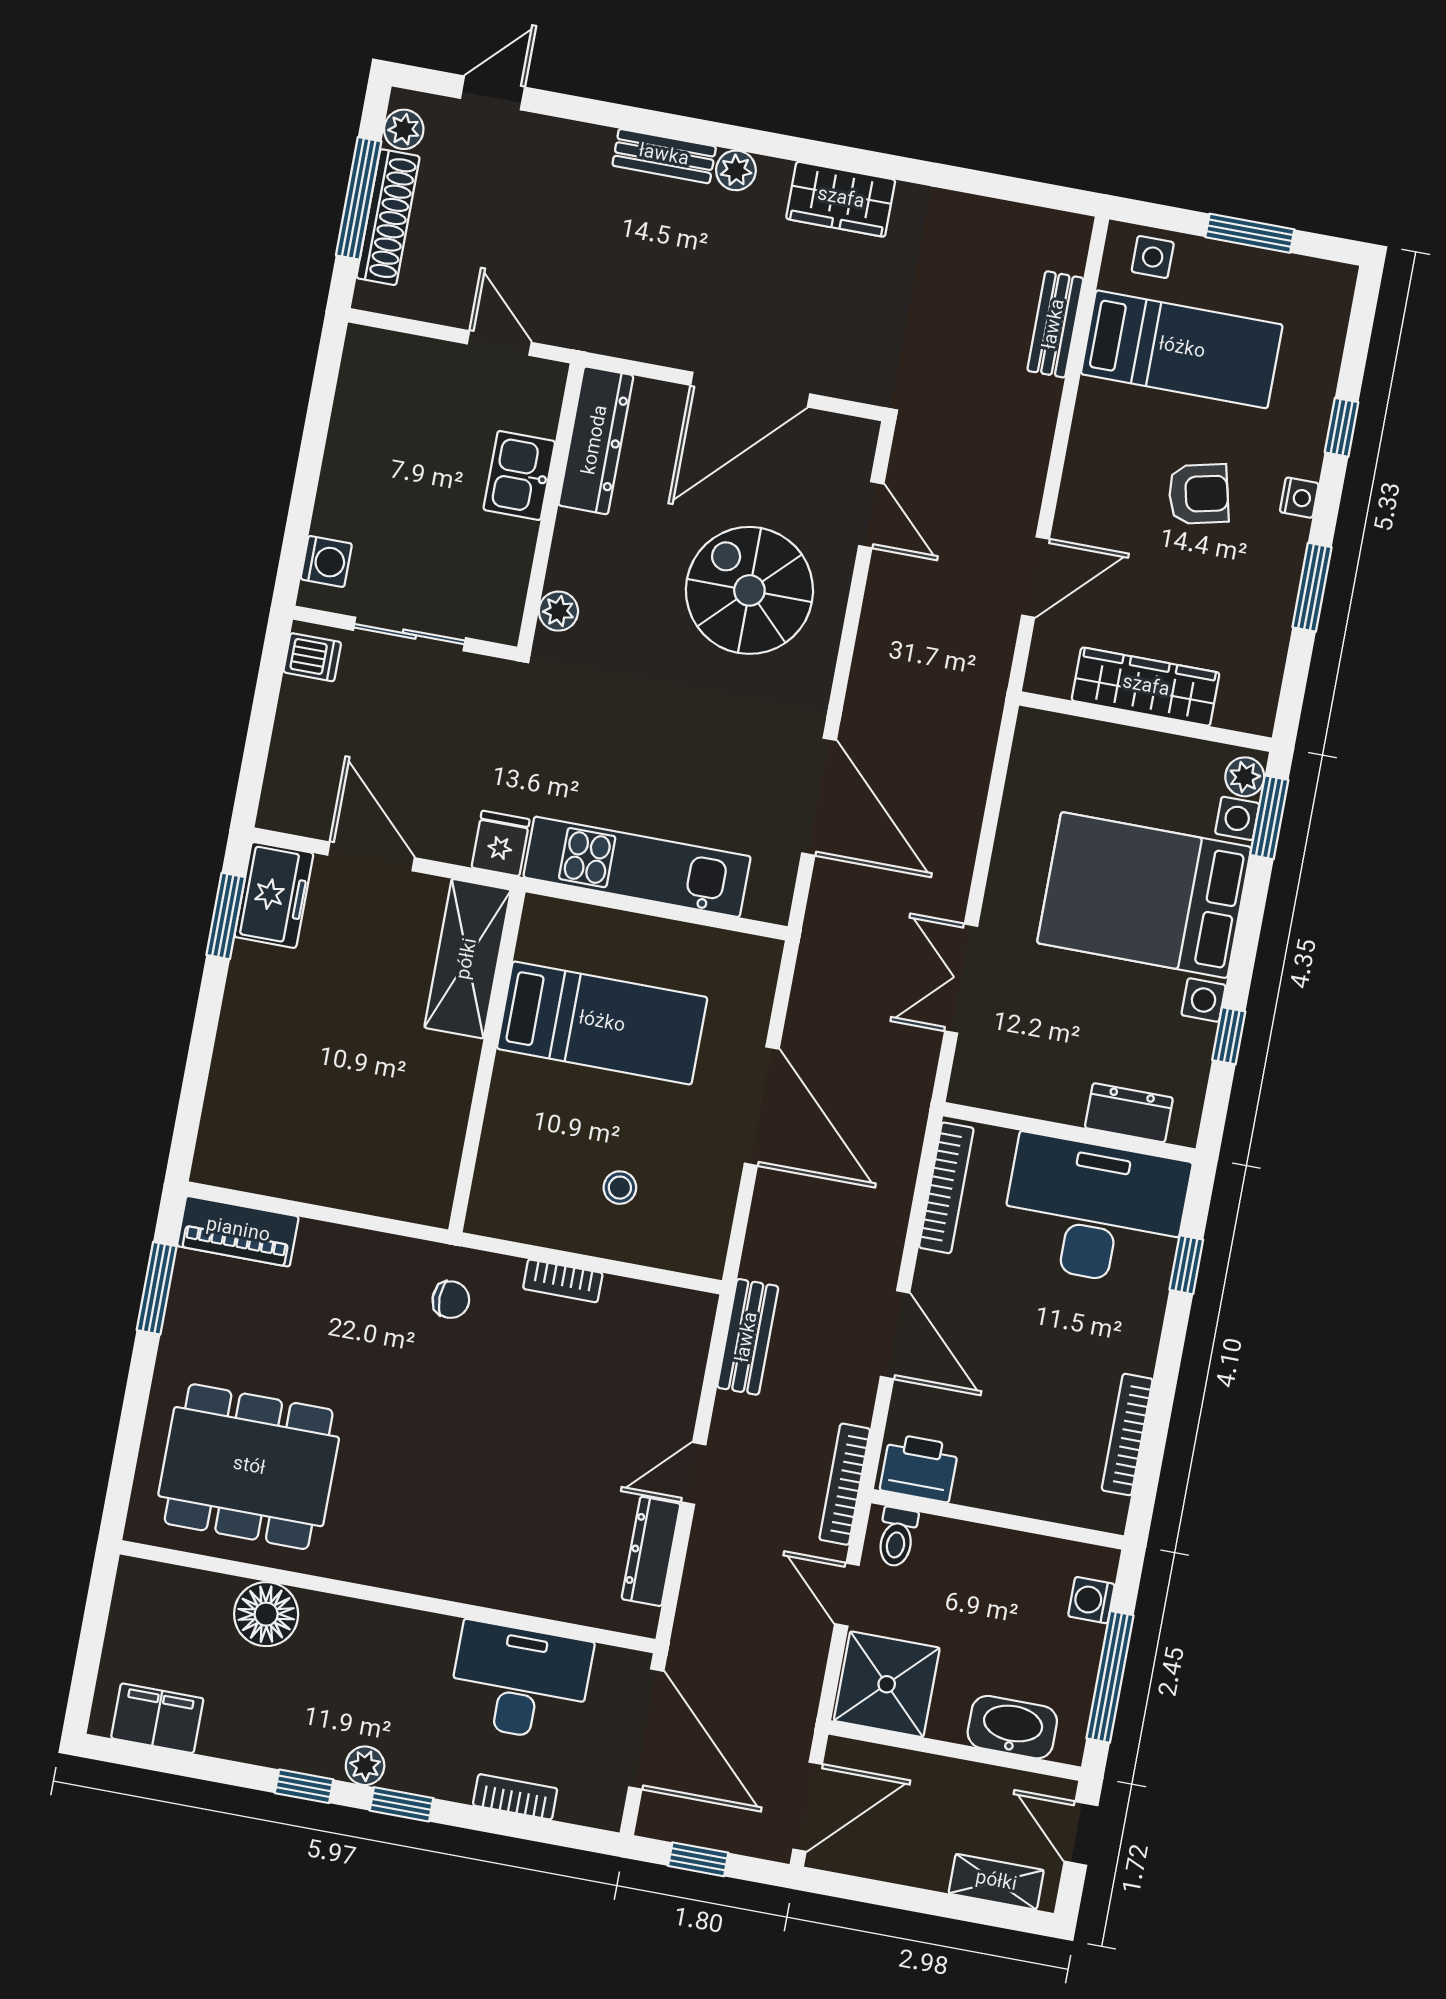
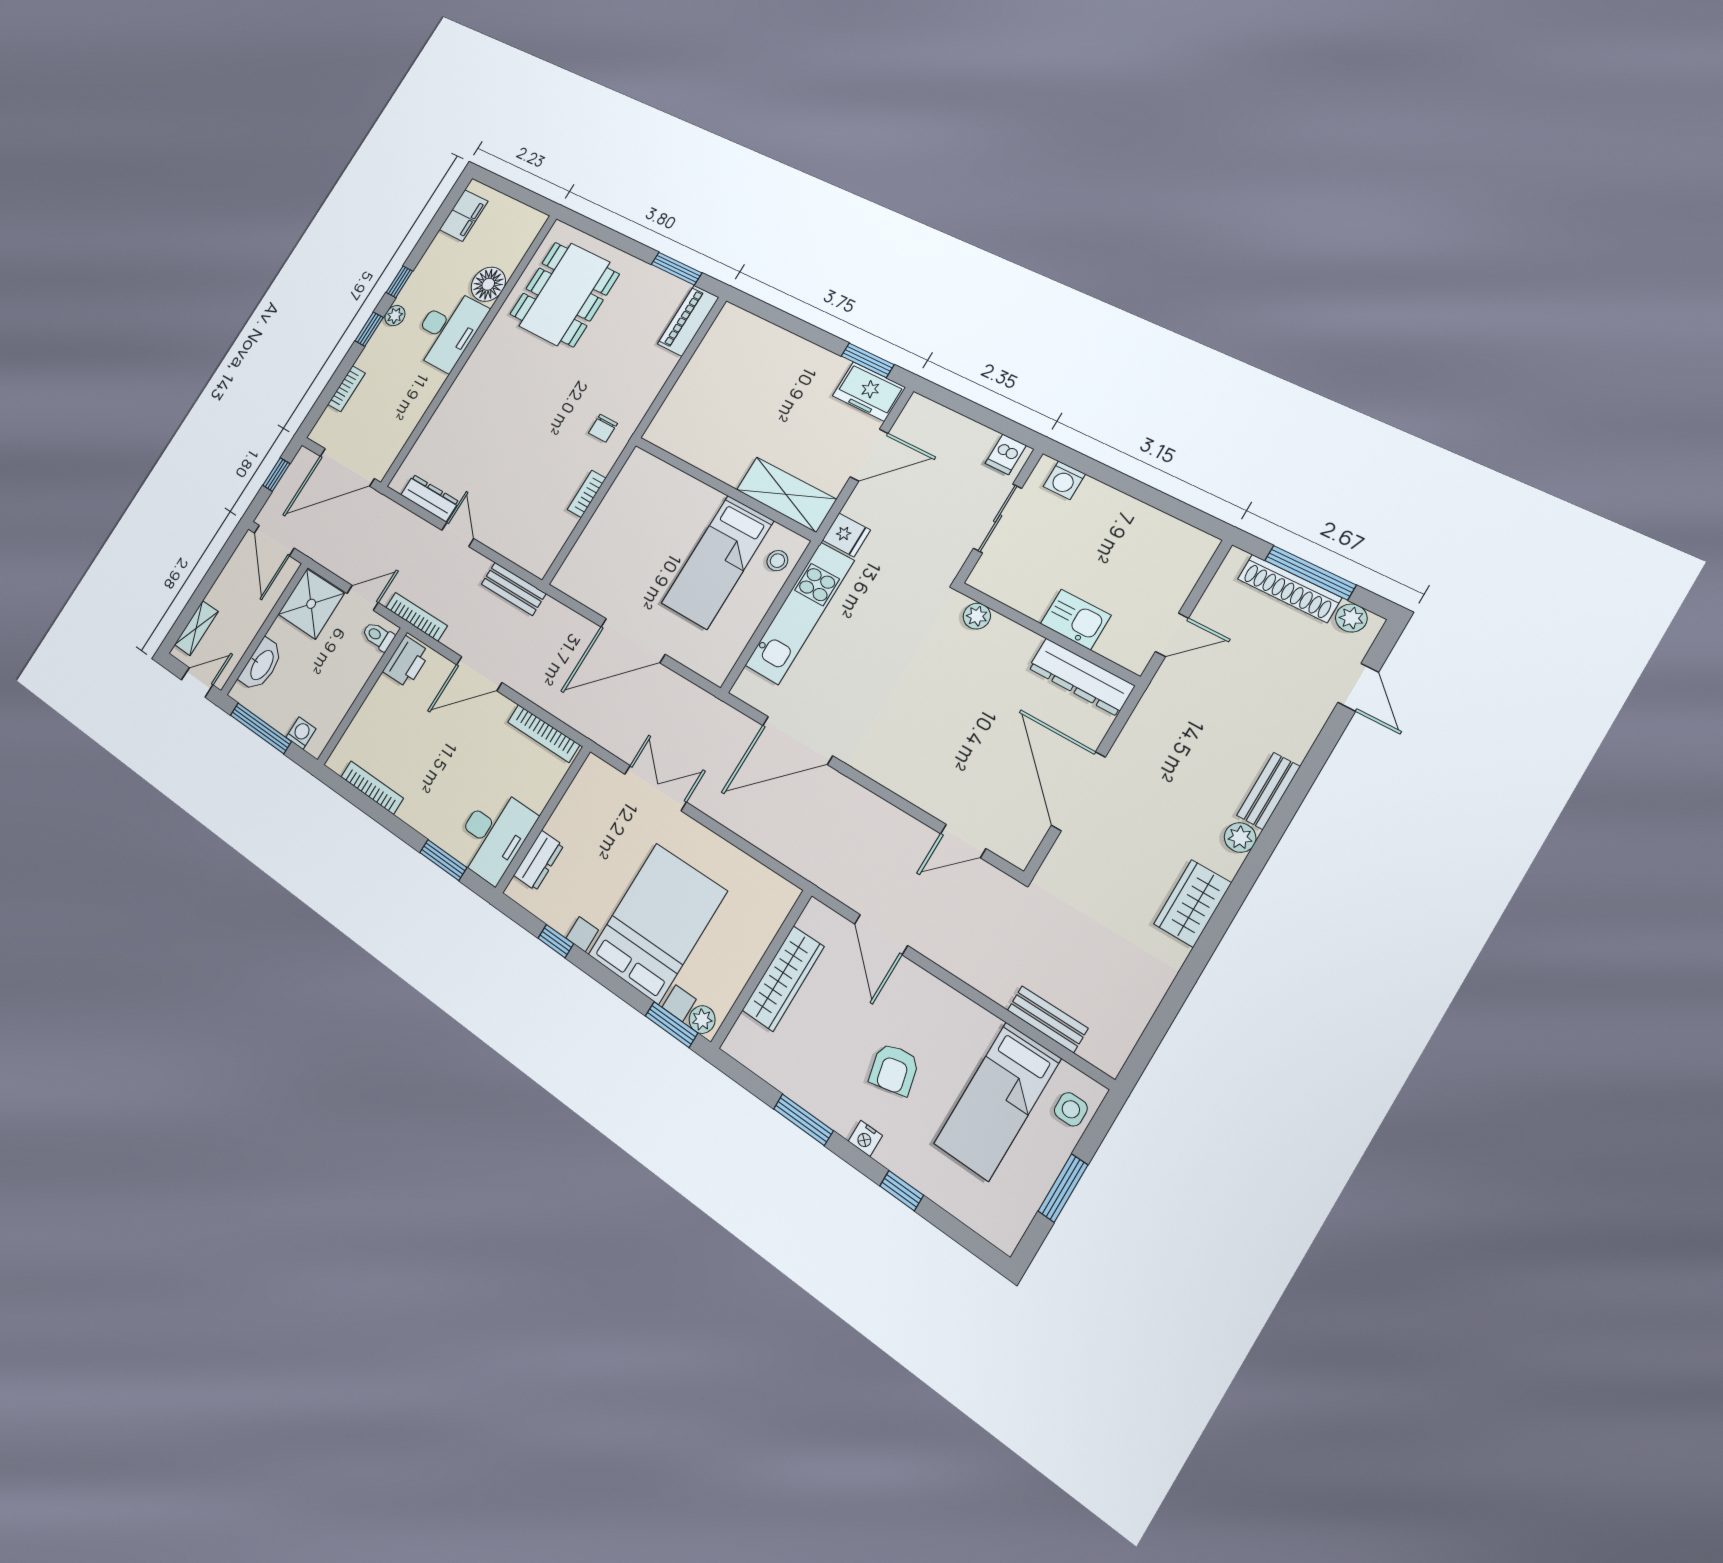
spiral stairs: (749, 590) -> (944, 743), removed
stool: (620, 1188) -> (777, 561), moved
desk: (1095, 1211) -> (493, 835), width x0.73, depth x0.77
window: (1186, 1265) -> (443, 860), width x1.50
desk: (520, 1682) -> (448, 330), moved

